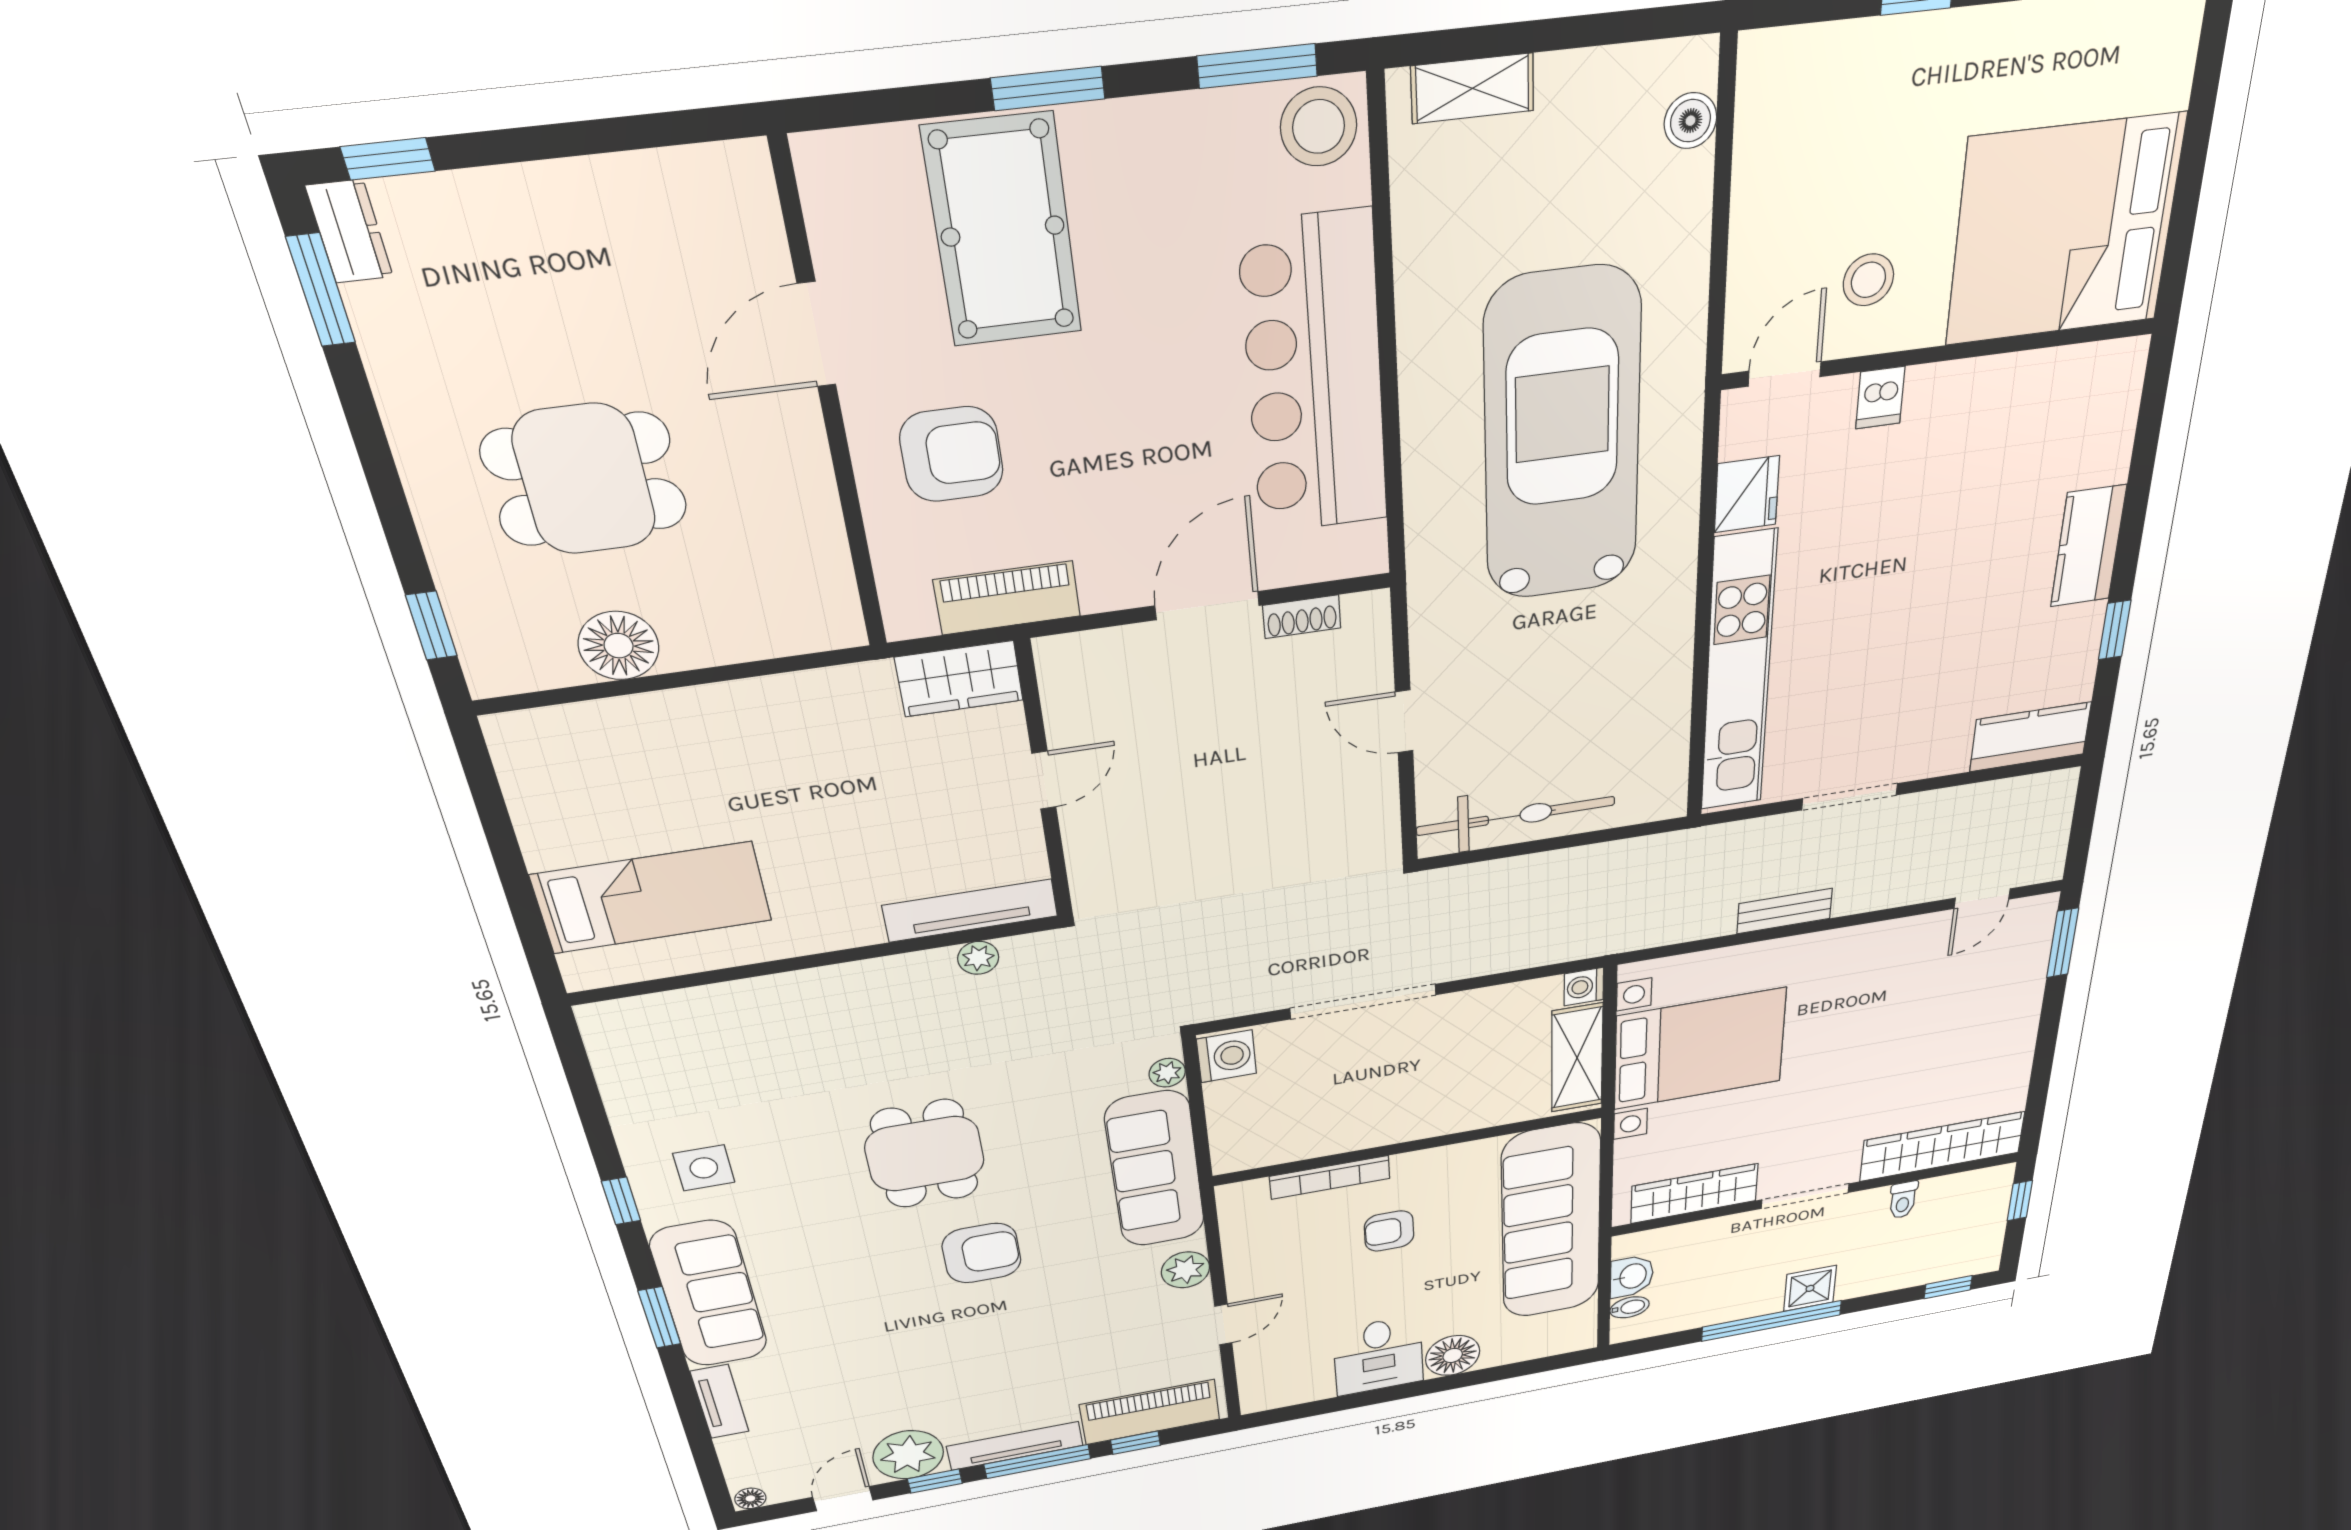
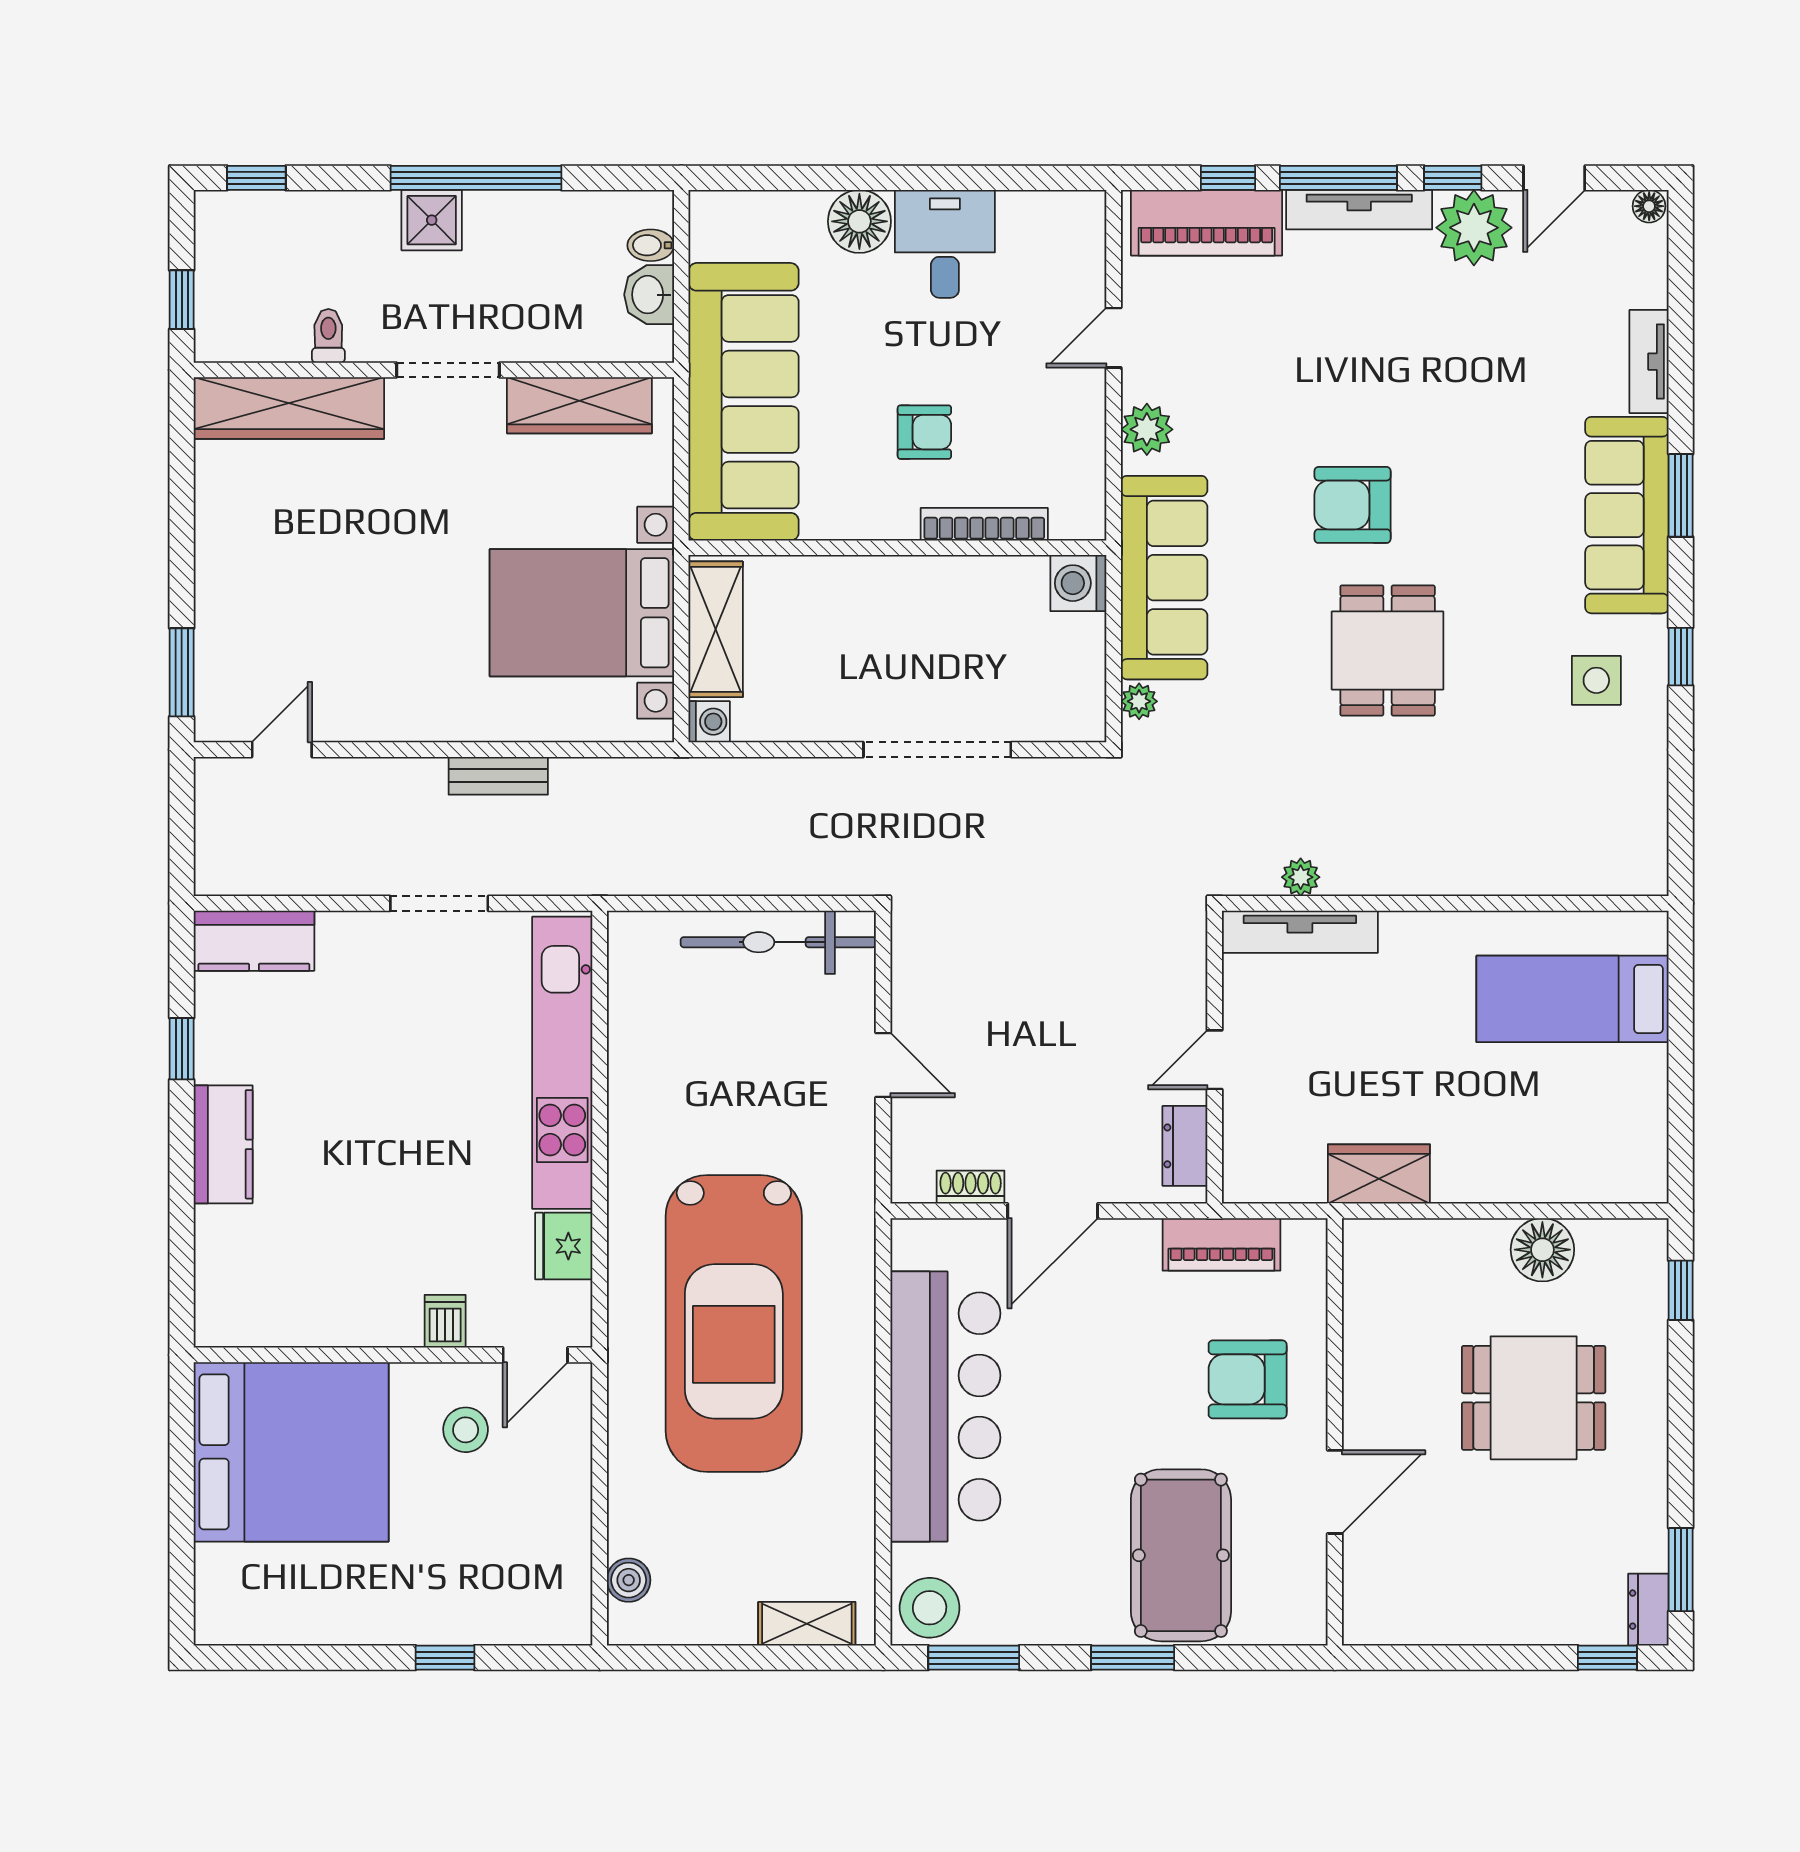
wardrobe: (959, 679) -> (1379, 1174), moved
dresser: (1065, 692) -> (1185, 1146), added
washing machine: (1227, 1056) -> (1078, 583), moved

